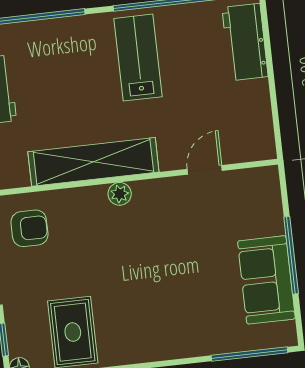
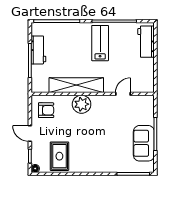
plant: (120, 194) -> (82, 104), width x1.87, depth x1.87

